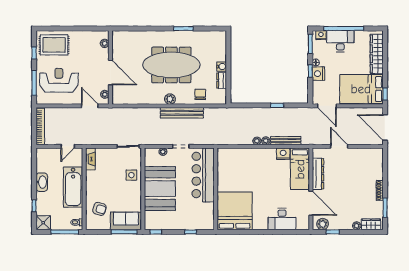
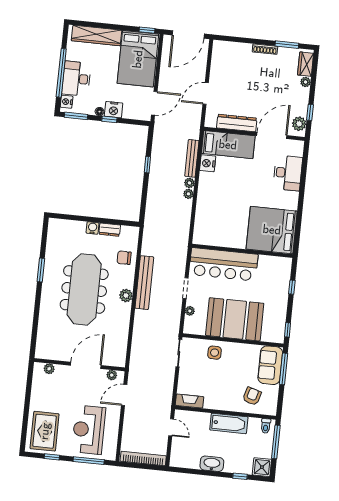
bathtub: (73, 187) -> (229, 423), width x0.73, depth x0.73

